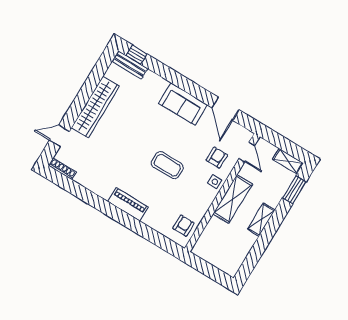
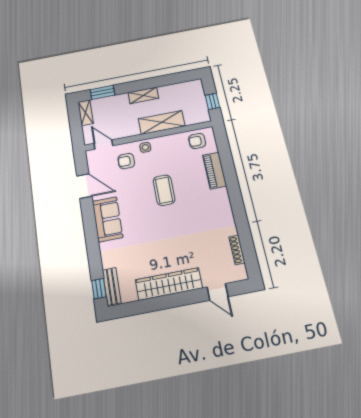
door: (225, 109) -> (84, 186), hinge flipped
door: (247, 152) -> (103, 145), hinge flipped
shoe rack: (62, 169) -> (237, 250), moved
shelving: (233, 199) -> (162, 122), moved
piano: (128, 204) -> (215, 170), moved
window: (205, 268) -> (212, 101), added

